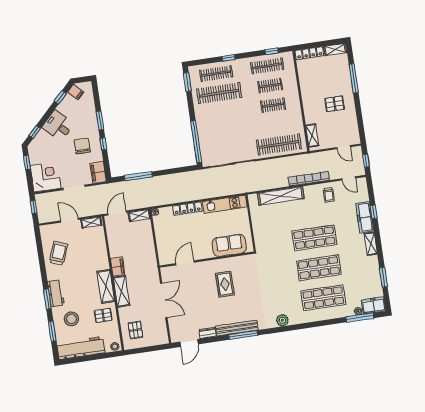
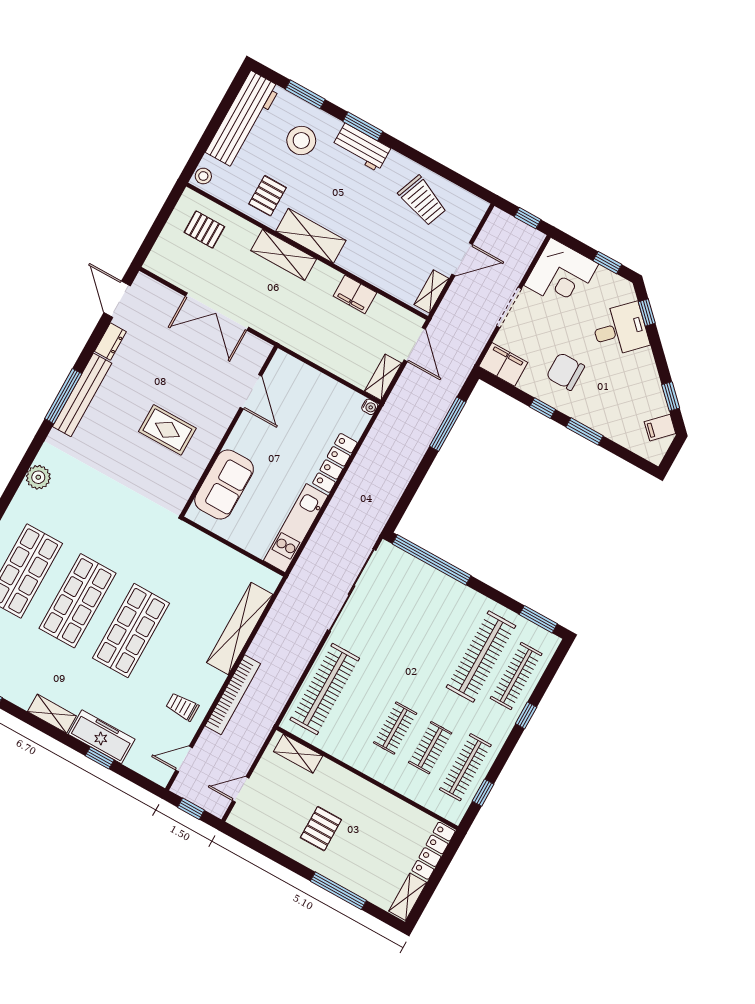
desk: (58, 126) -> (620, 330), moved
chair: (82, 146) -> (565, 371), turned 180
filing cabinet: (118, 267) -> (355, 294), moved

